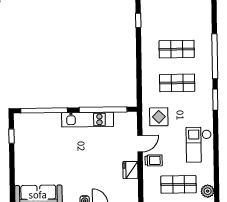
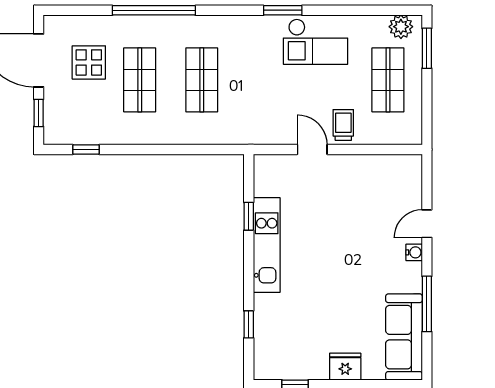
window: (215, 100) -> (283, 10), moved
window: (44, 110) -> (249, 324), width x0.32
window: (103, 110) -> (249, 216), width x0.32
display table: (159, 117) -> (89, 62), moved
fridge: (130, 170) -> (345, 367), moved, turned 180

